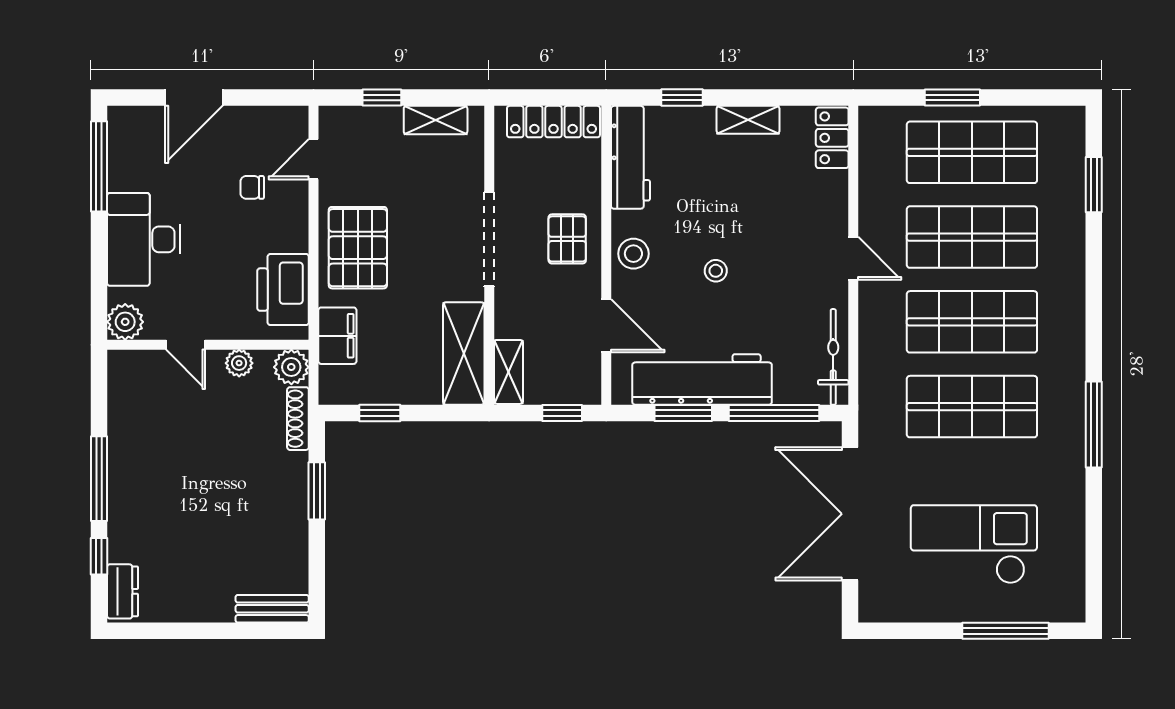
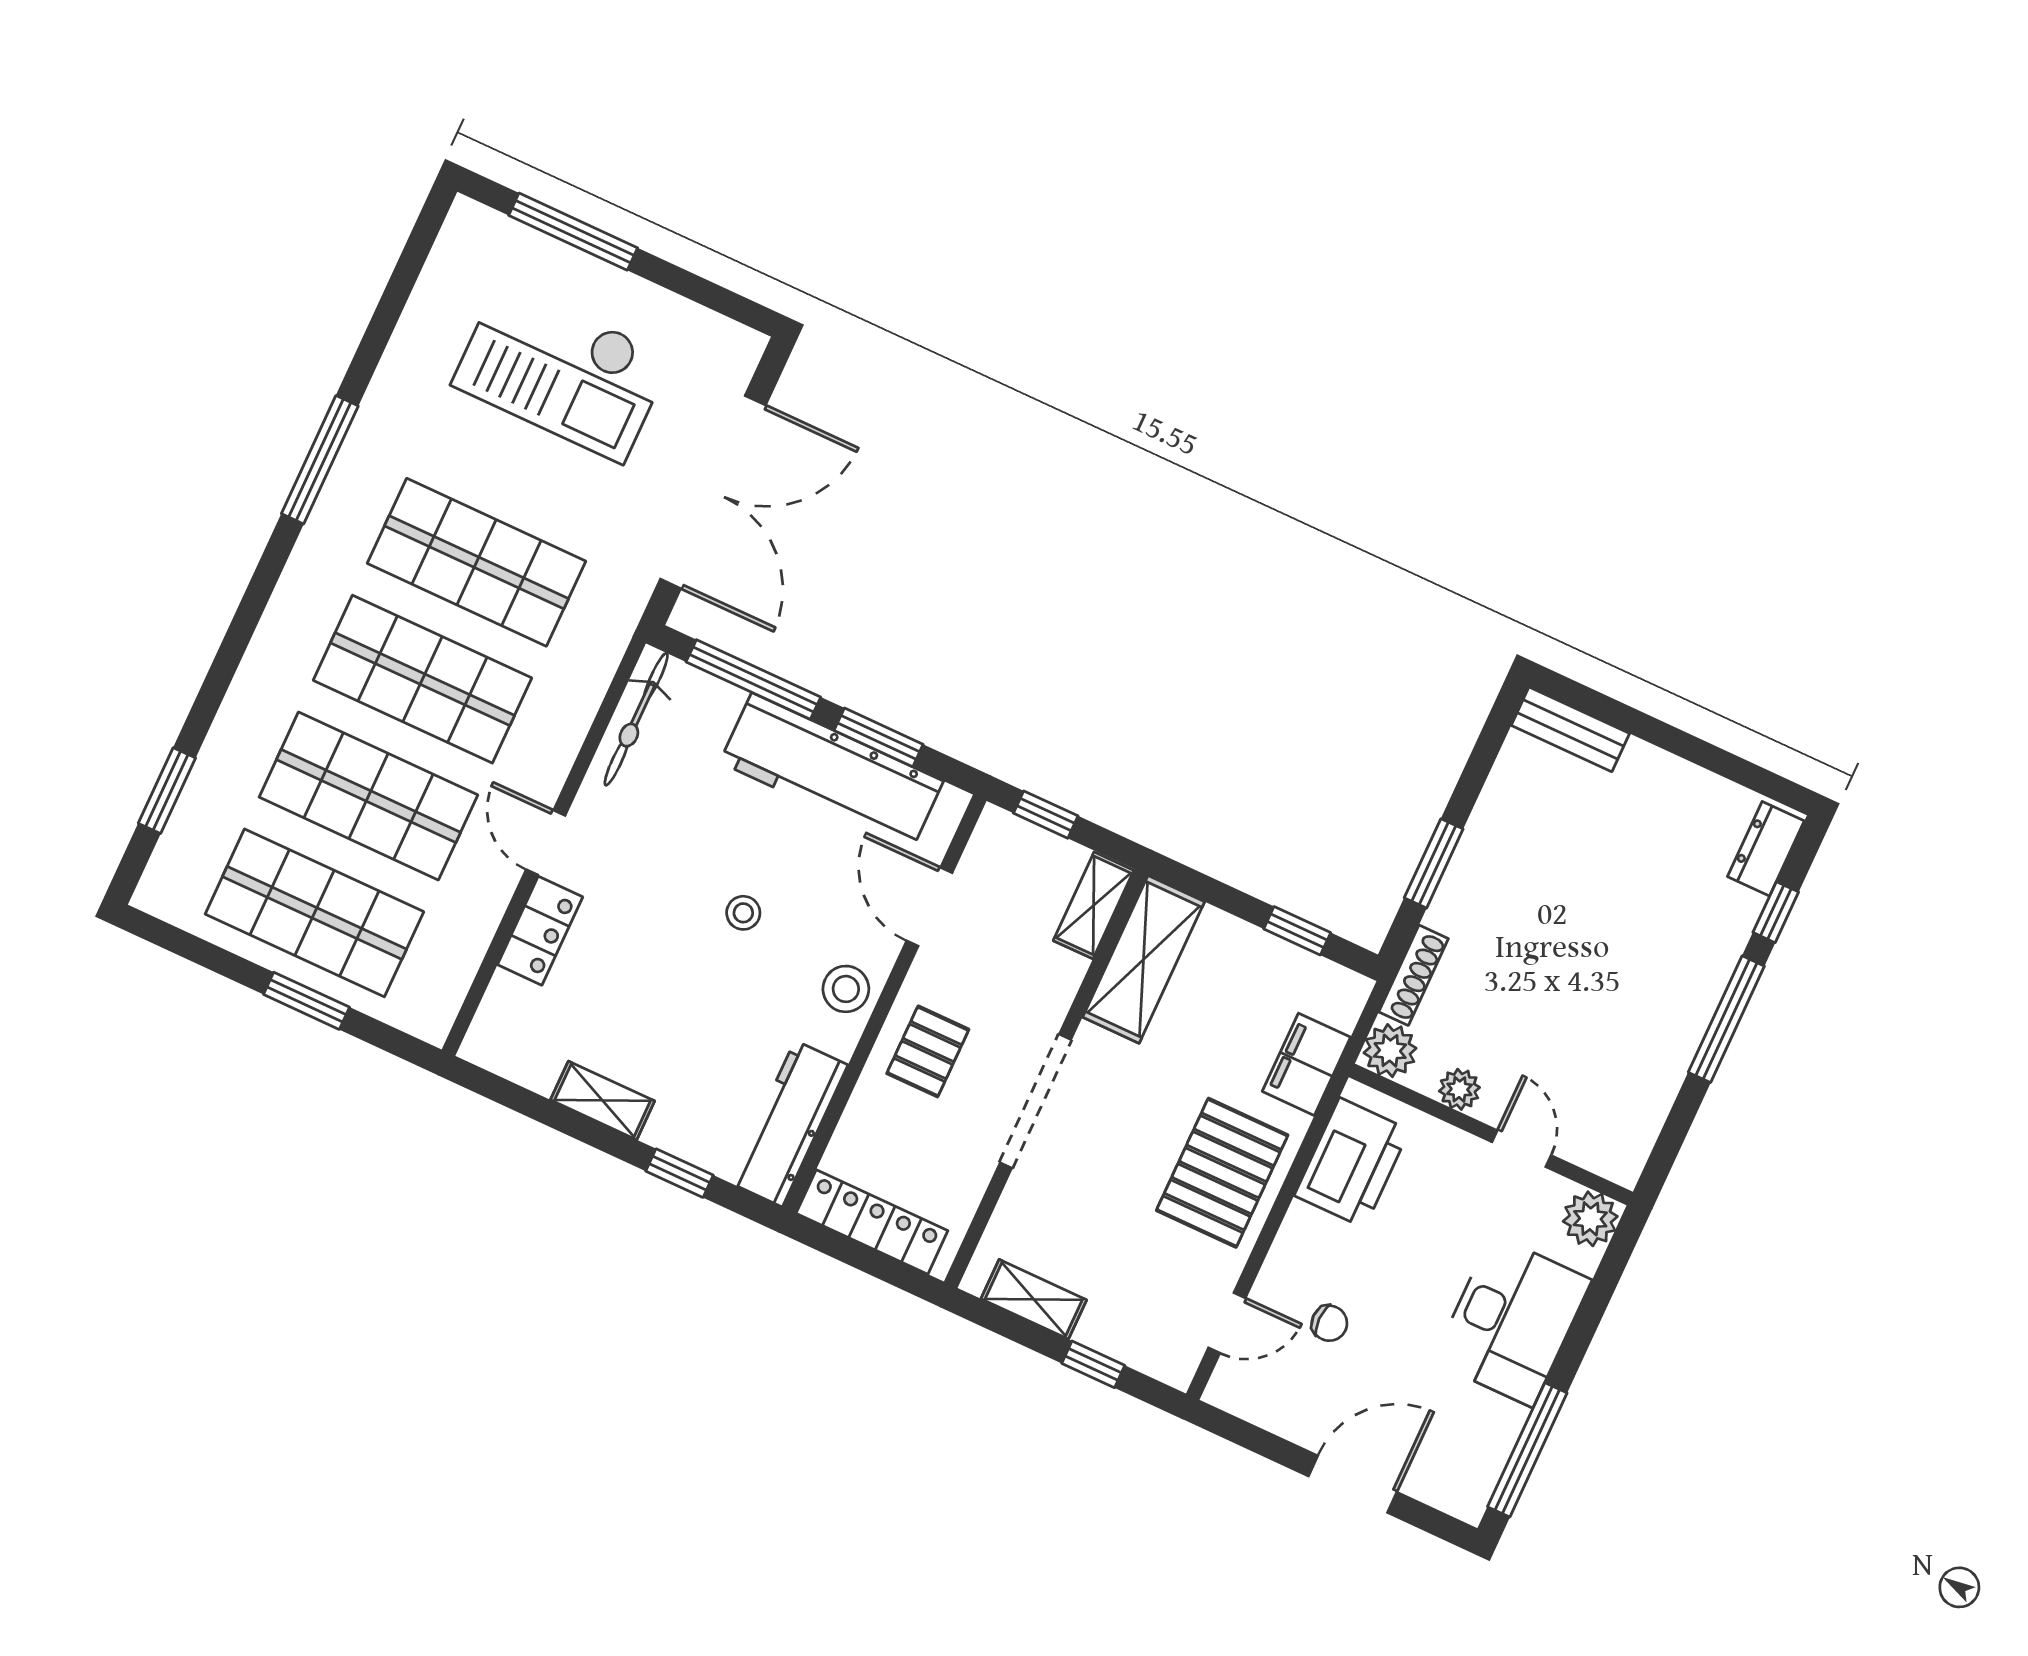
locker: (832, 138) -> (540, 931), moved

